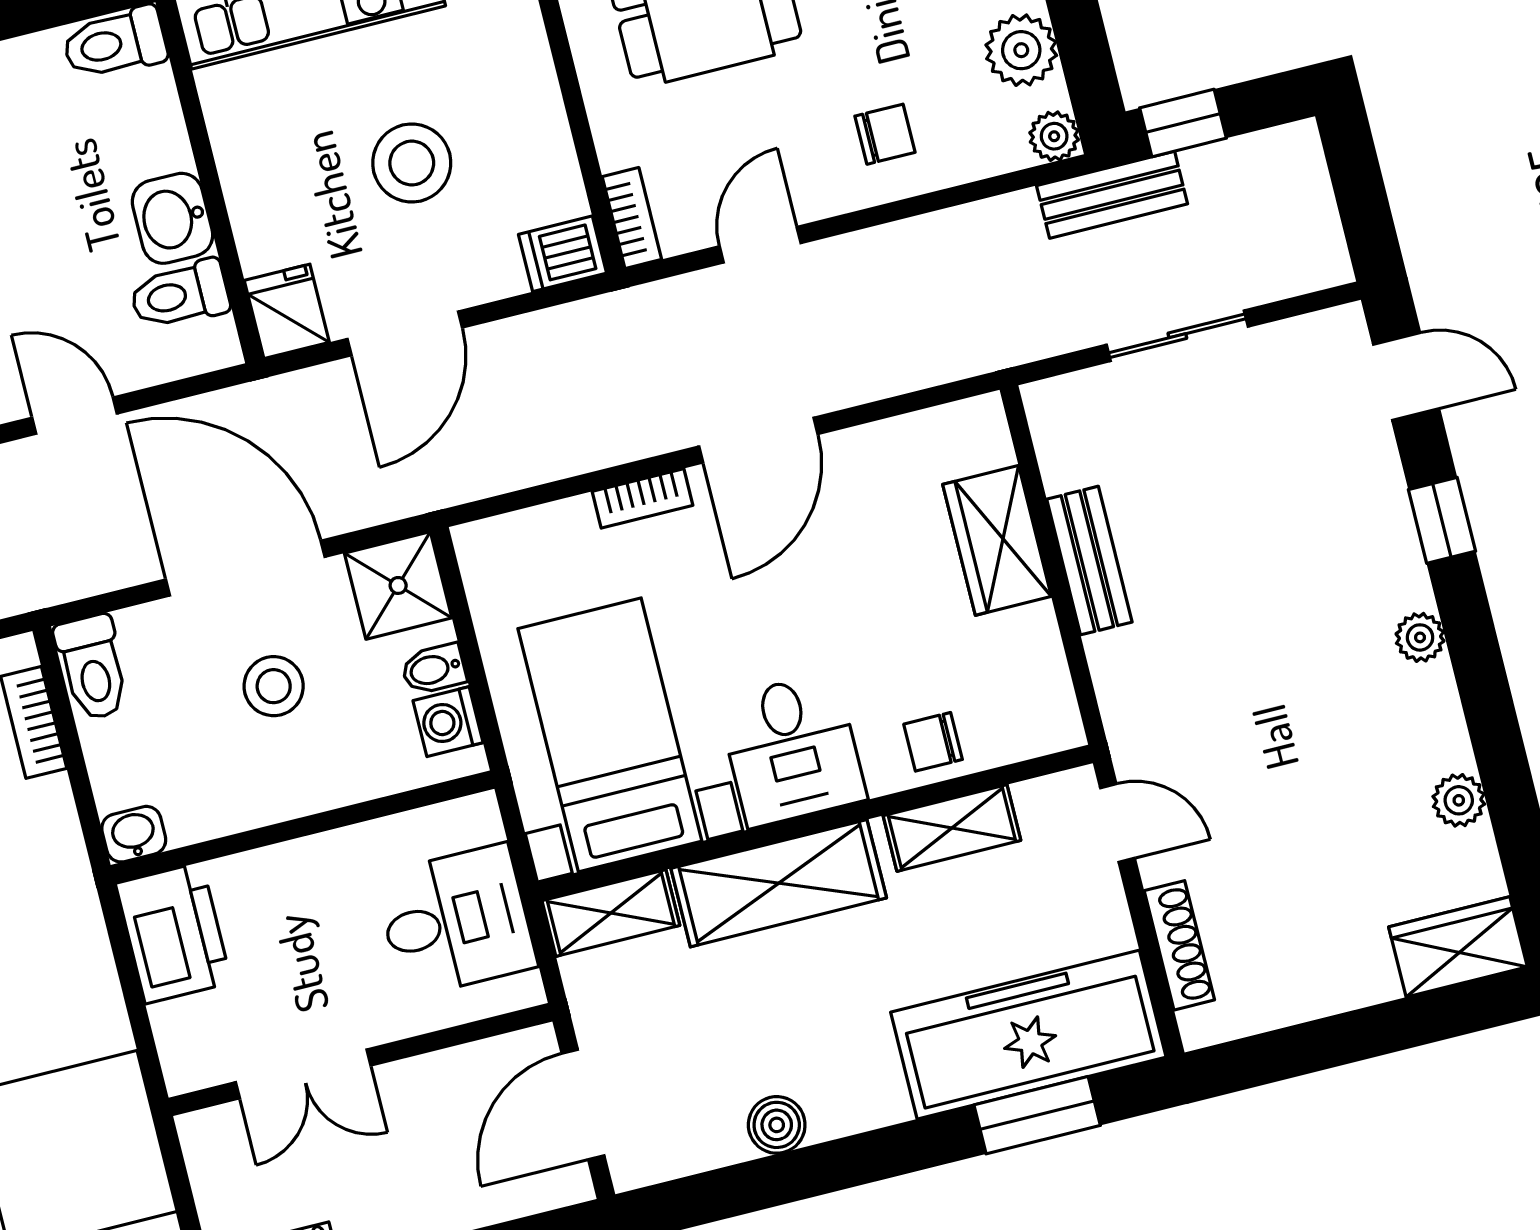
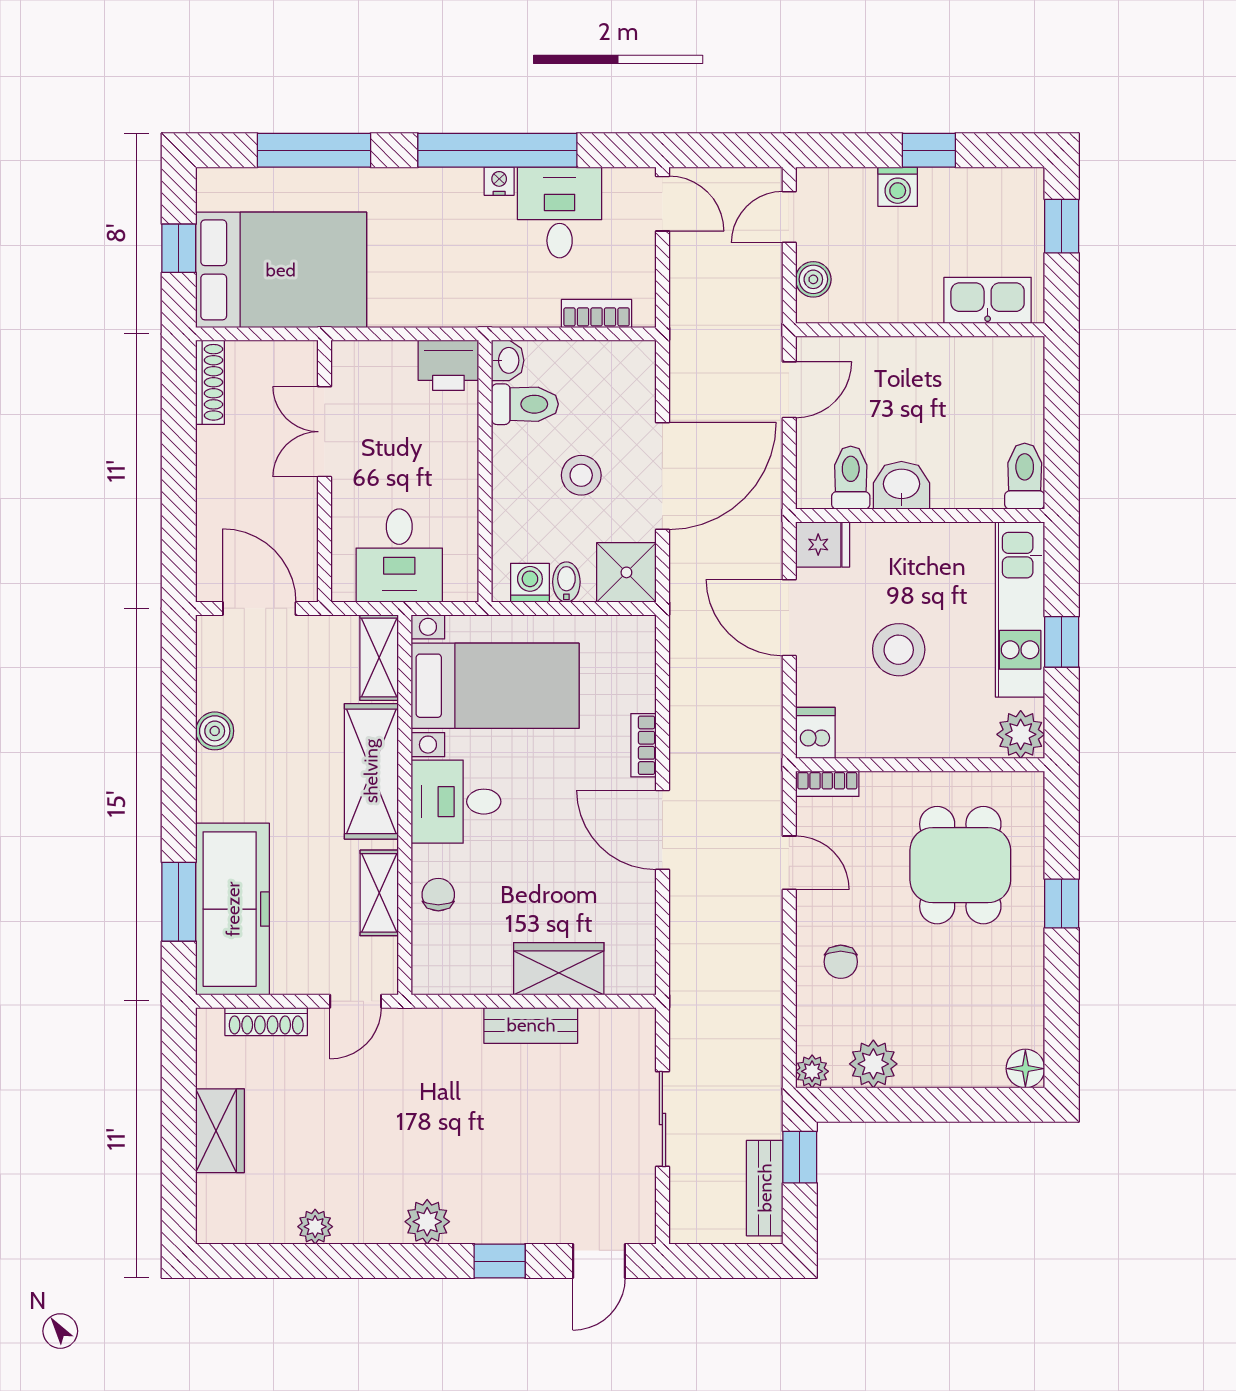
bench: (1112, 195) -> (765, 1188), moved
plant: (1420, 637) -> (427, 1222), width x1.38, depth x1.38
toilet: (92, 667) -> (525, 404), moved, turned 180
printer: (173, 933) -> (448, 365), width x0.73, depth x0.84
wardrobe: (1458, 947) -> (220, 1131), moved

